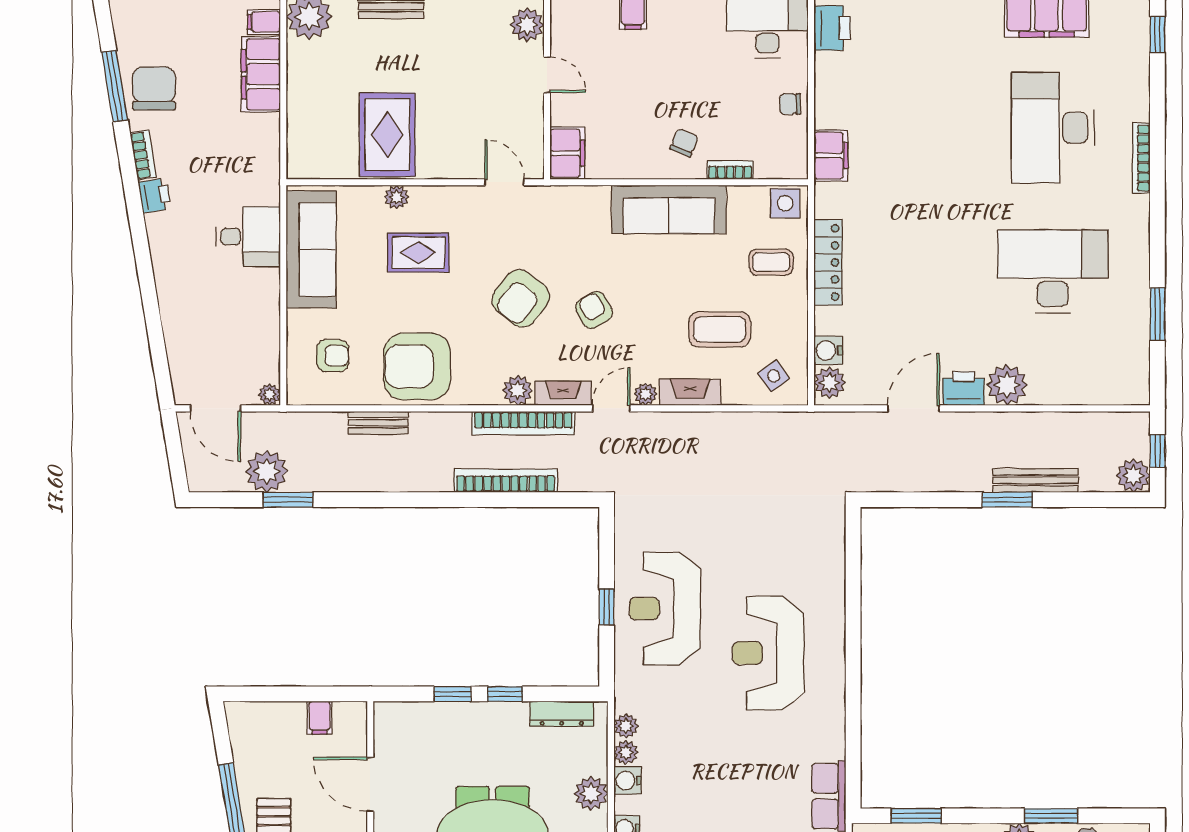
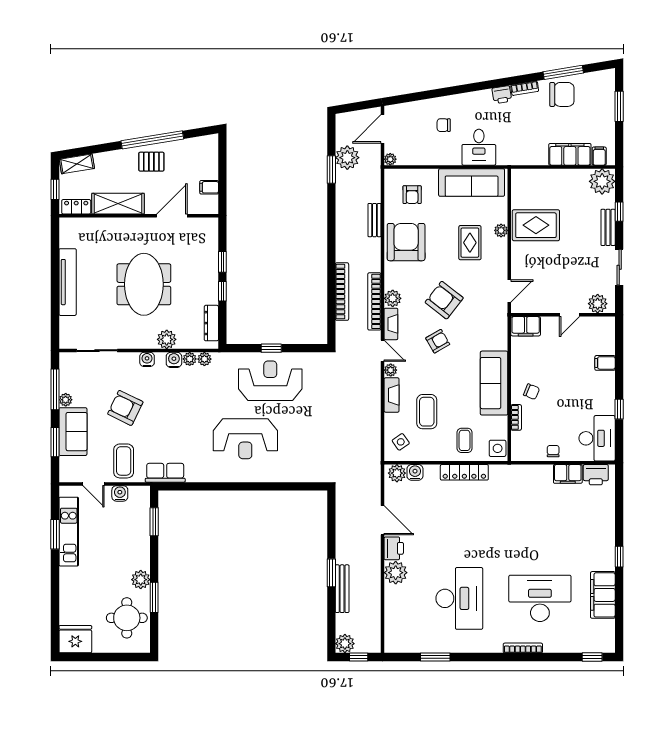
filing cabinet: (831, 155) -> (568, 474), moved
chair: (209, 299) -> (444, 125), added
reception desk: (768, 653) -> (245, 439), turned 180

